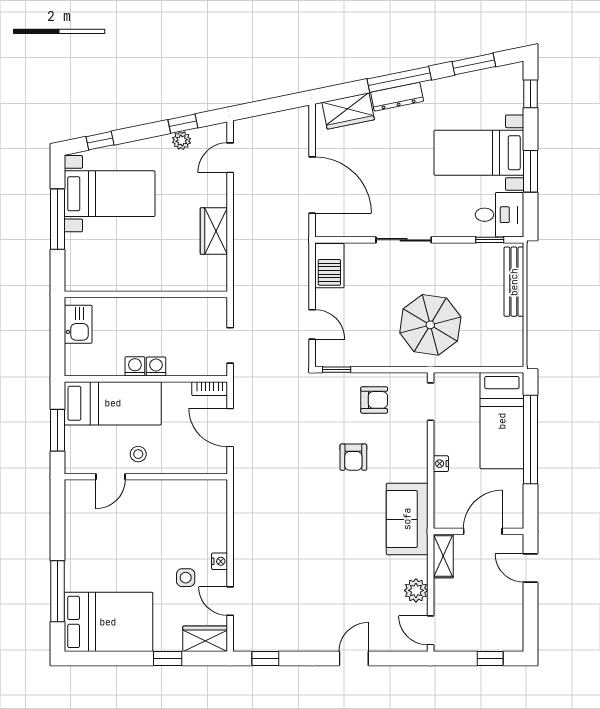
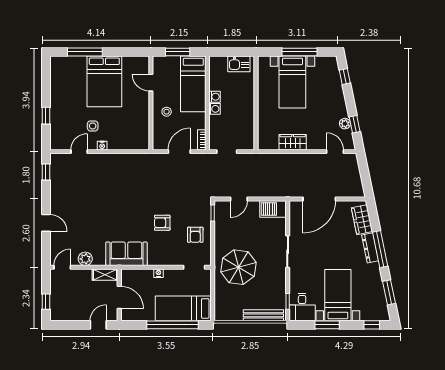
bed with nightstands: (110, 194) -> (292, 82), moved
stool: (138, 454) -> (167, 112), moved
bed: (108, 622) -> (104, 81), moved
wardrobe: (205, 639) -> (57, 137), removed

